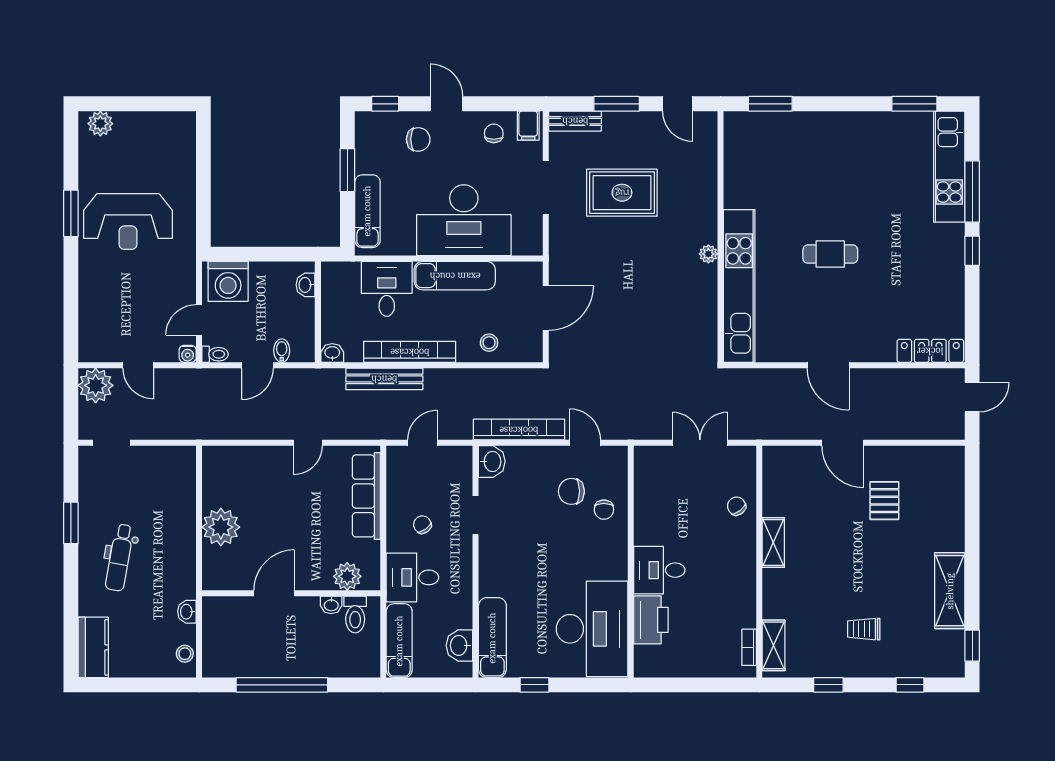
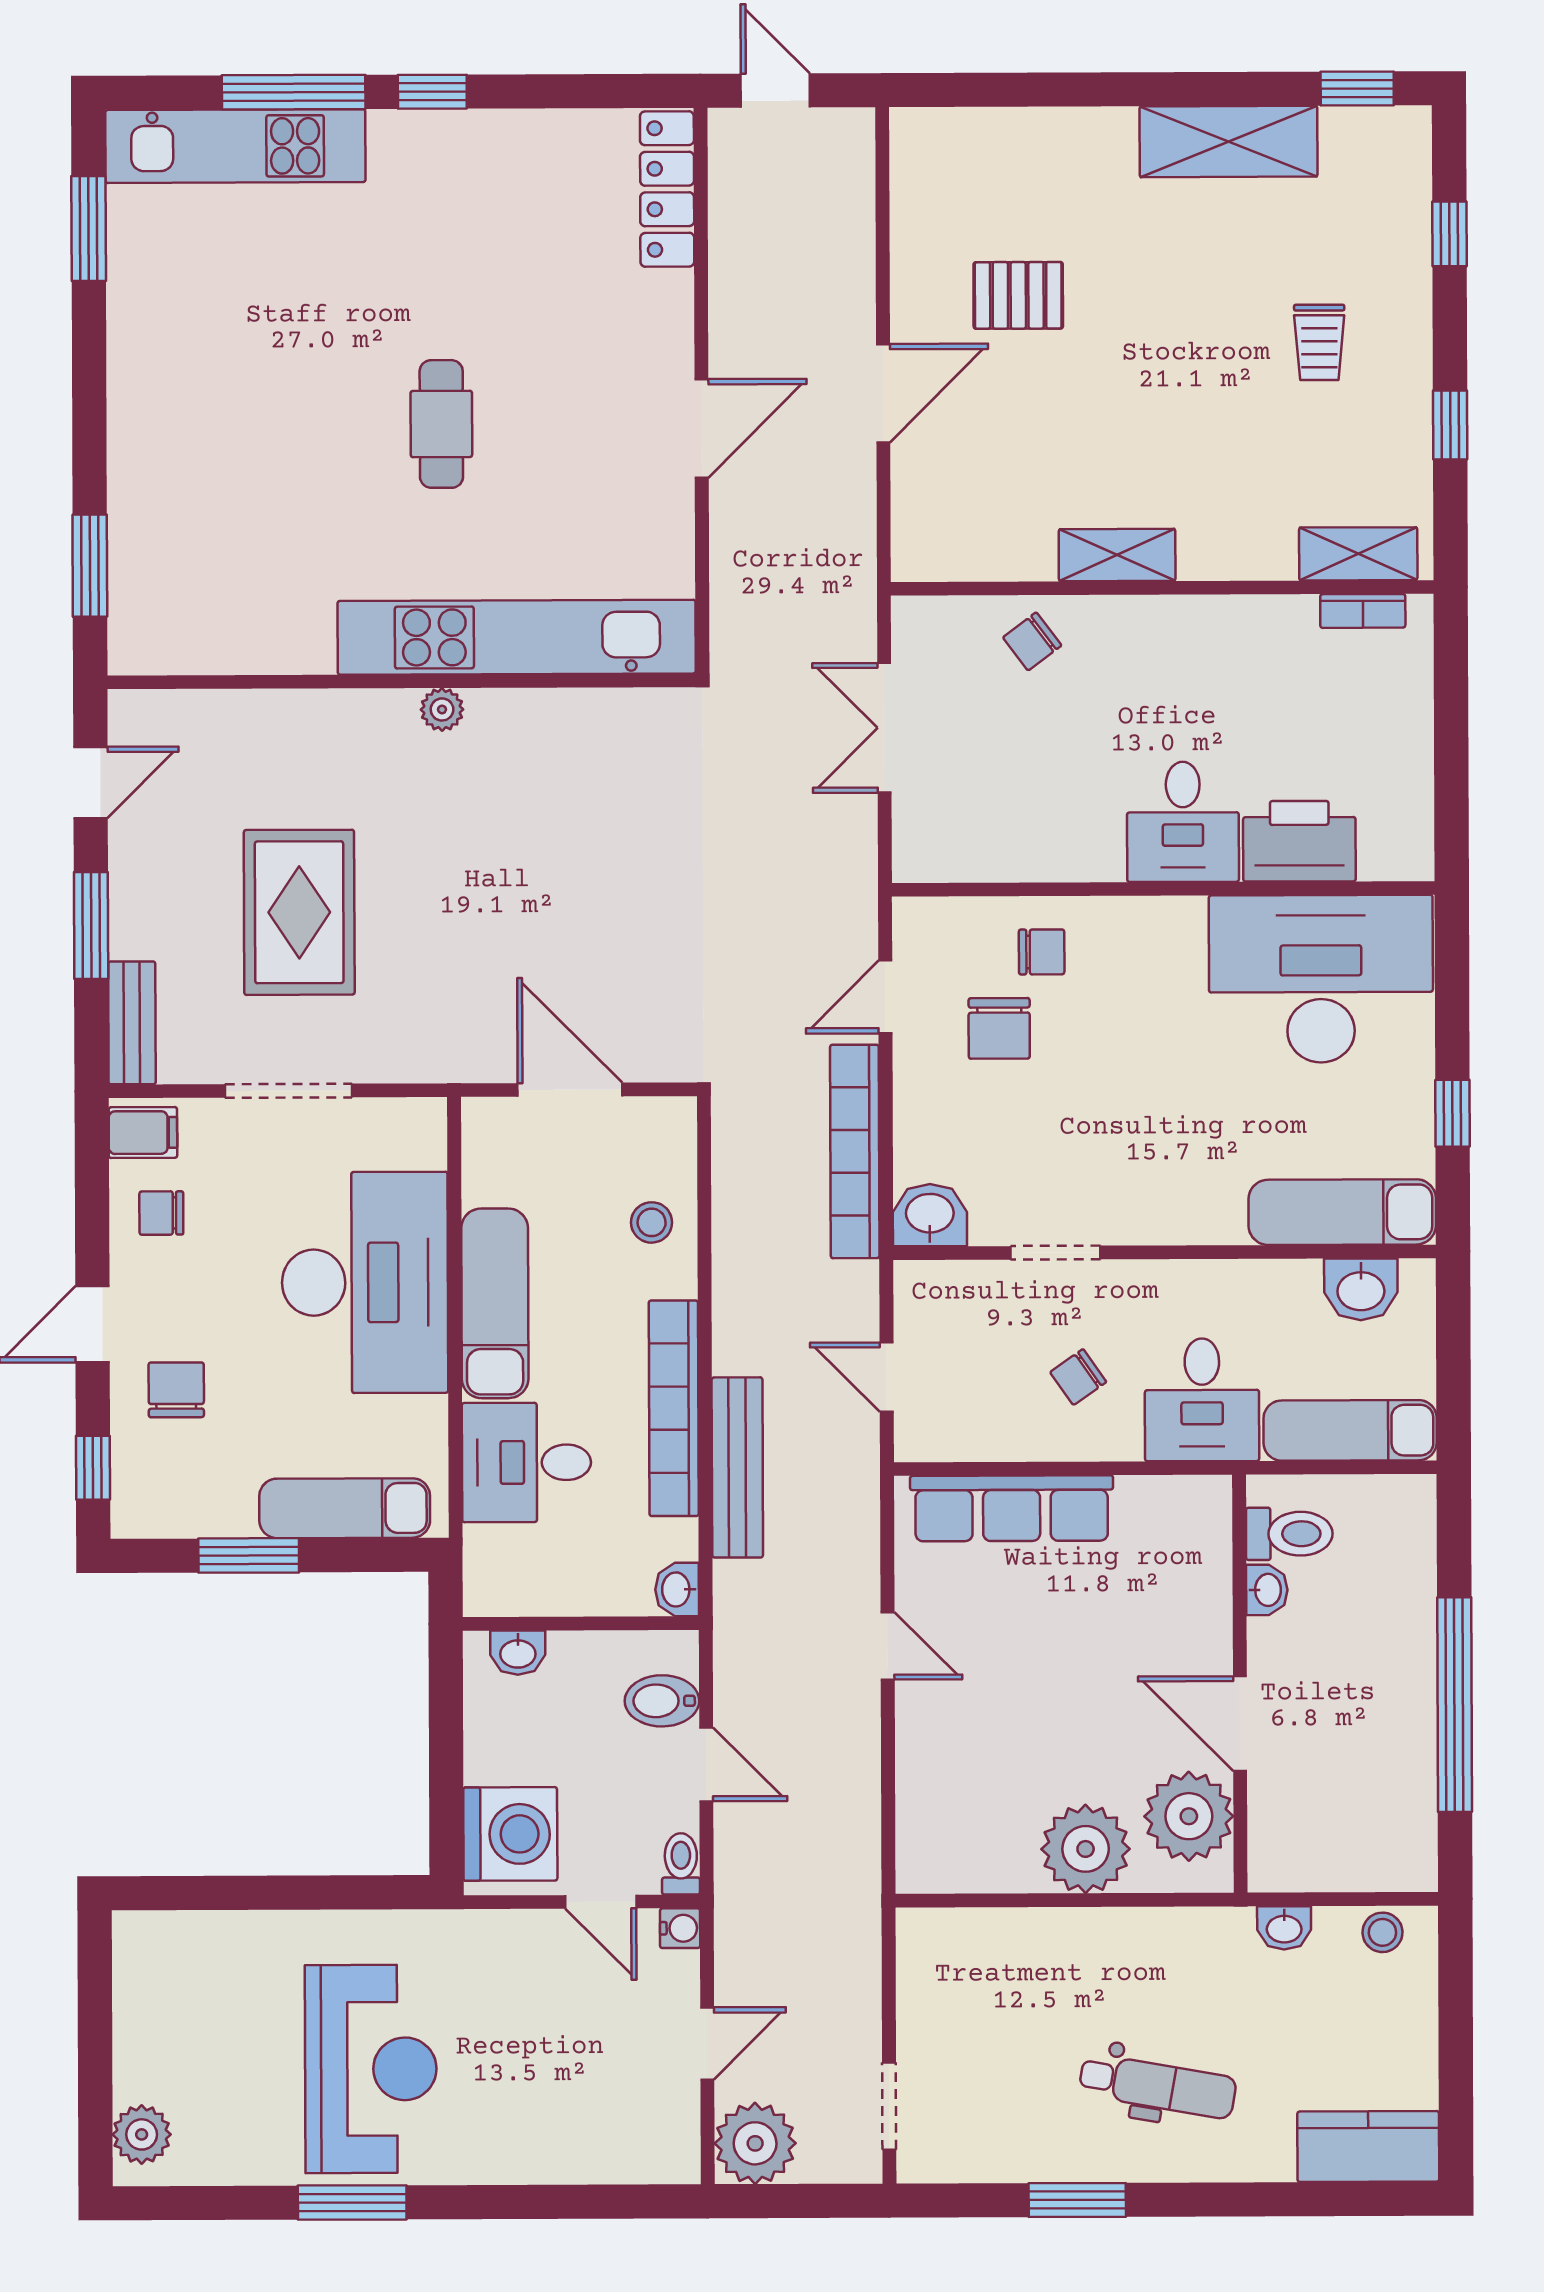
bidet: (282, 351) -> (662, 1701), width x1.38, depth x1.36
plant: (347, 576) -> (1189, 1816), moved, width x1.36, depth x1.36

